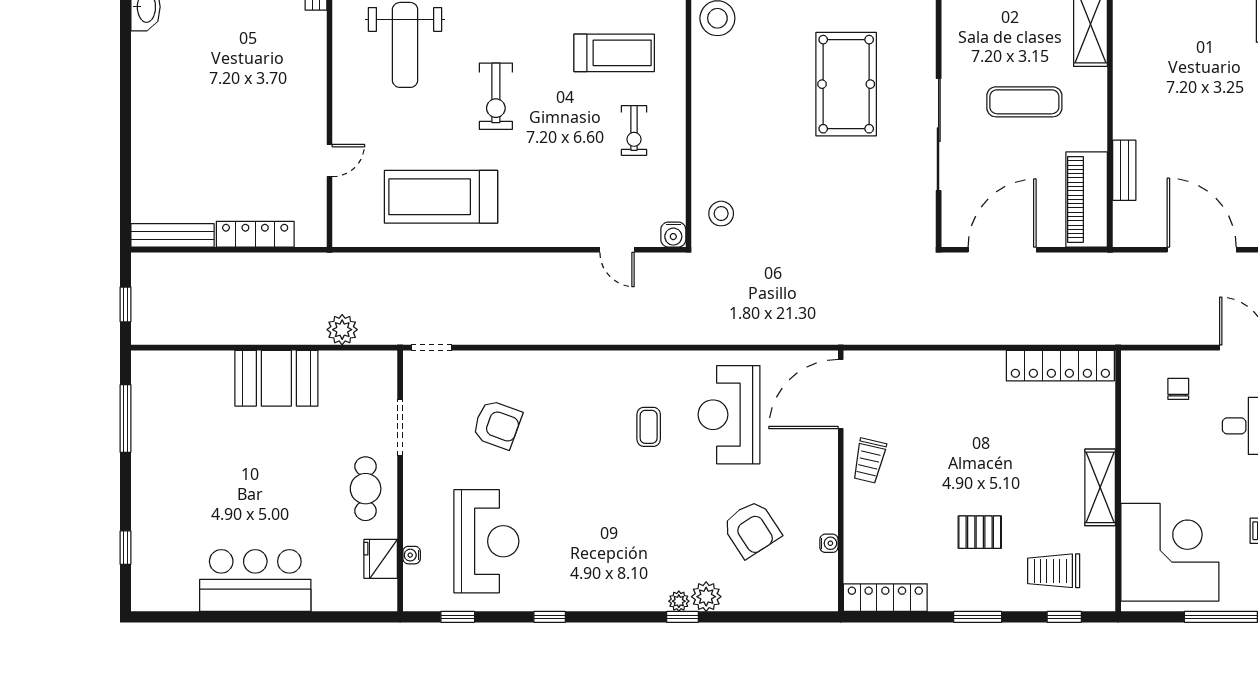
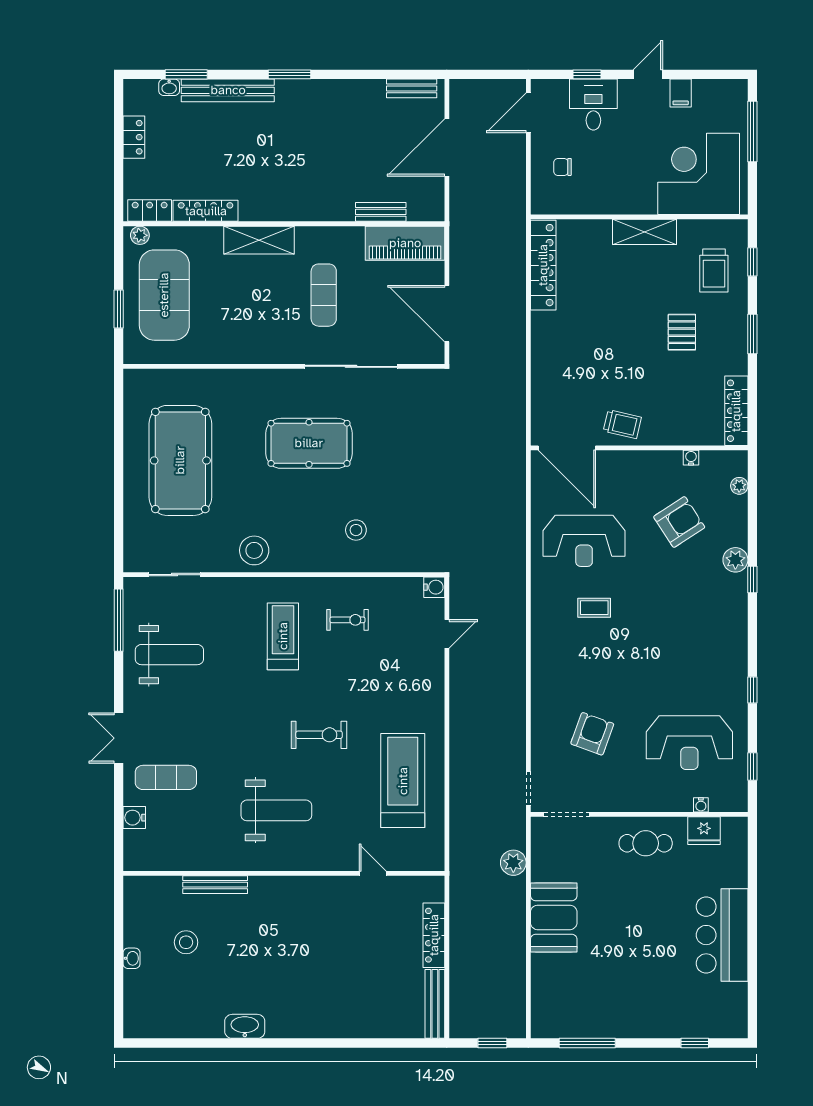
treadmill: (441, 197) -> (403, 781), turned 180
stool: (721, 214) -> (356, 530), moved
doorway: (400, 428) -> (566, 814), moved
reception desk: (486, 541) -> (689, 743), turned 180
plant: (679, 601) -> (739, 486), moved

